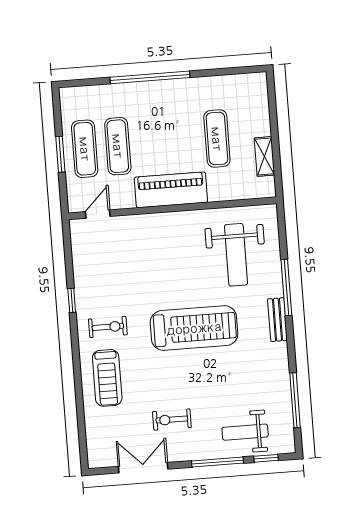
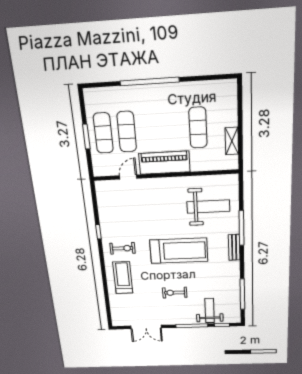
door: (98, 214) -> (128, 177), moved
weight bench: (236, 255) -> (208, 206), turned -90
treadmill: (107, 378) -> (123, 278), turned 180
exercise bike: (172, 420) -> (175, 293), moved
weight bench: (245, 432) -> (210, 311), turned 90
double door: (143, 468) -> (146, 327), swing flipped

